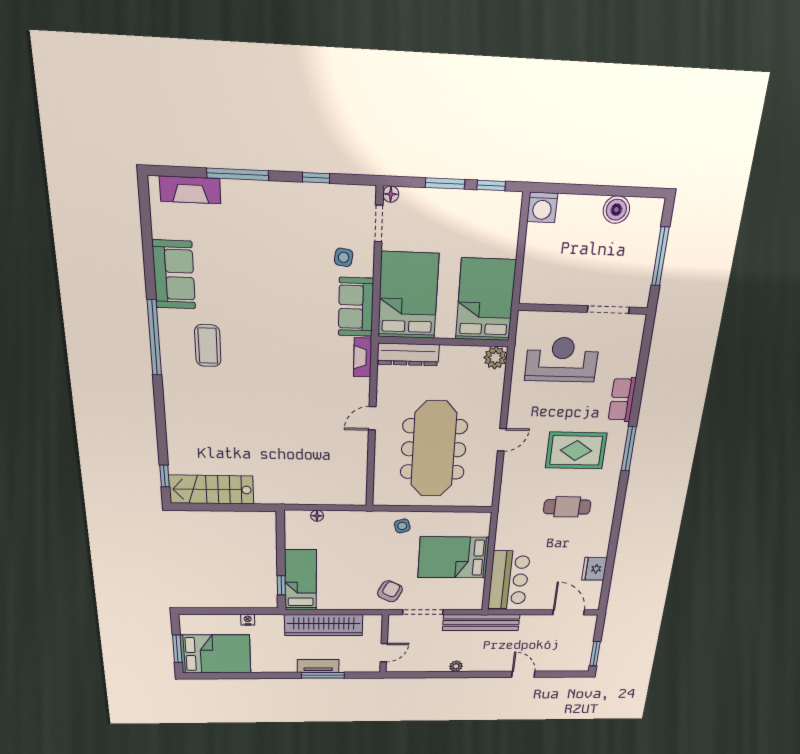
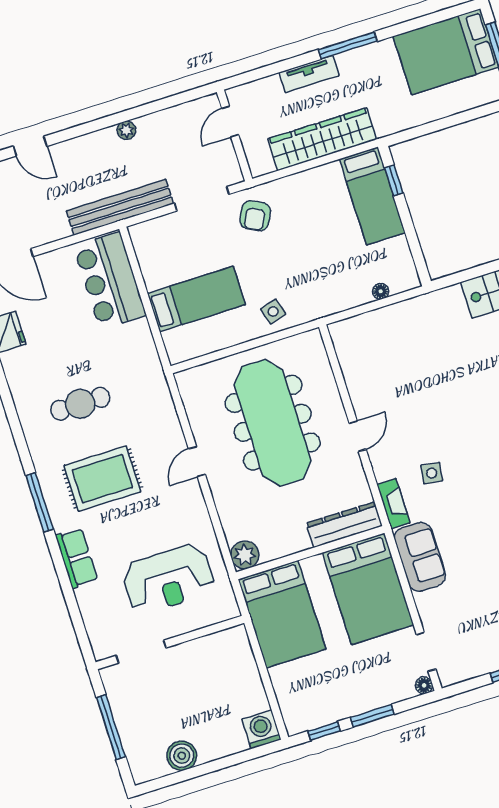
side table: (344, 257) -> (432, 473), moved
bed: (453, 557) -> (196, 299), width x0.67
nightstand: (248, 620) -> (421, 117), removed
window: (323, 675) -> (348, 45), moved

